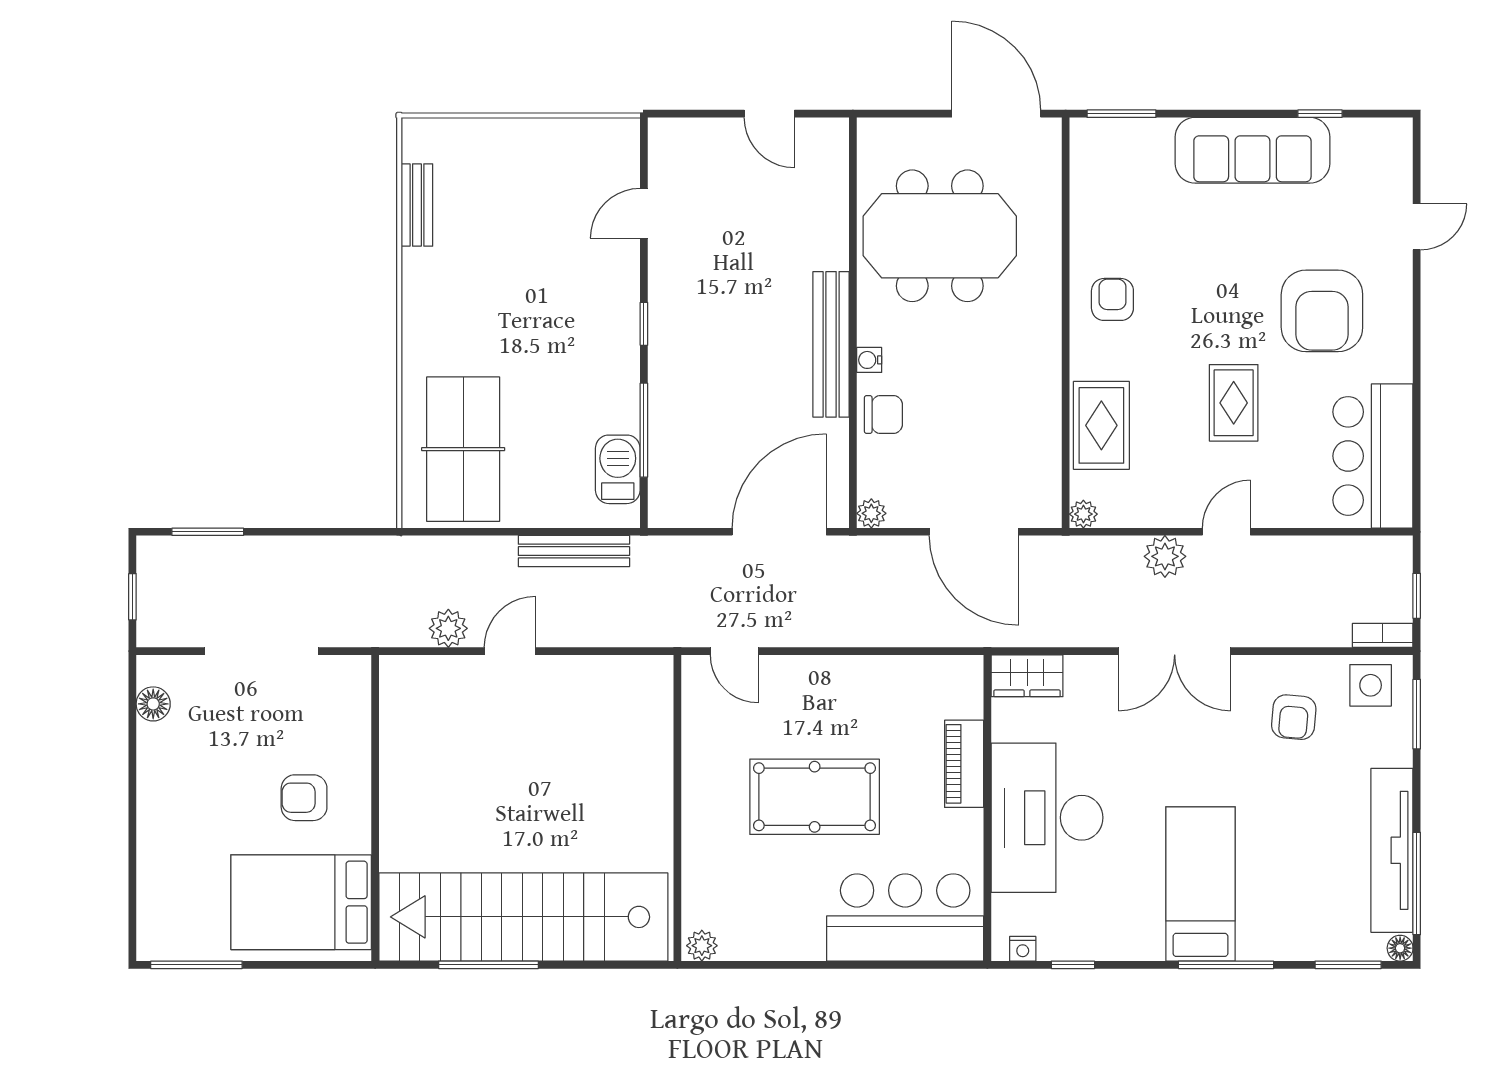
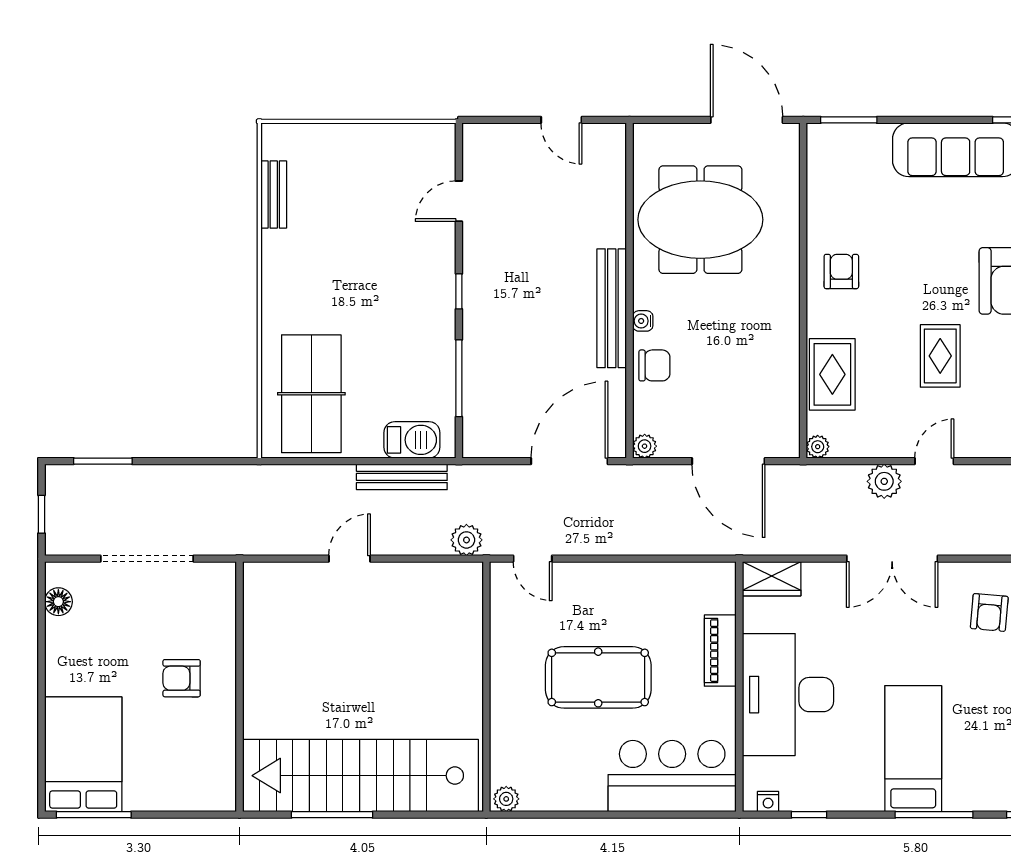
barbecue: (618, 469) -> (412, 440), moved, turned 90
plant: (448, 628) -> (466, 540), moved
bed: (301, 902) -> (83, 754), moved, turned 90

